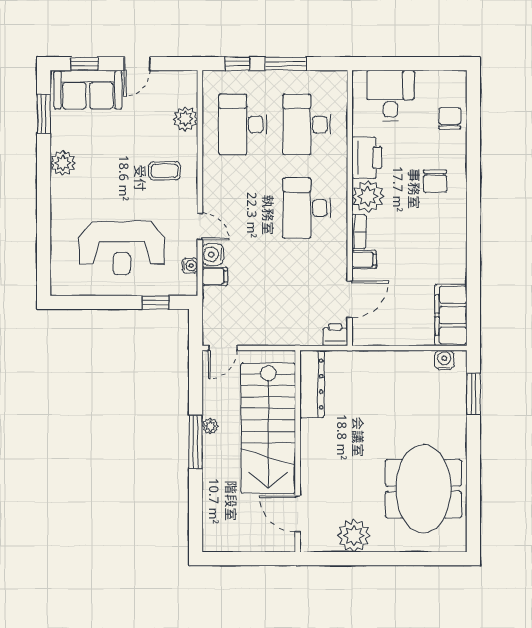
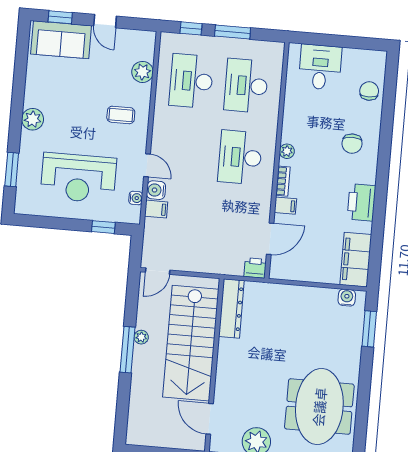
door: (137, 64) -> (105, 21), hinge flipped
window: (44, 114) -> (12, 169), moved
printer: (367, 158) -> (361, 202), moved, turned 180
plant: (63, 163) -> (33, 119), moved
plant: (368, 196) -> (287, 151), width x0.53, depth x0.53

